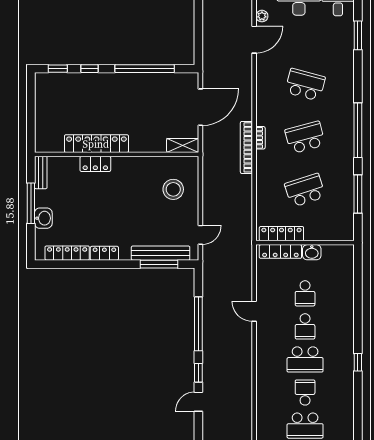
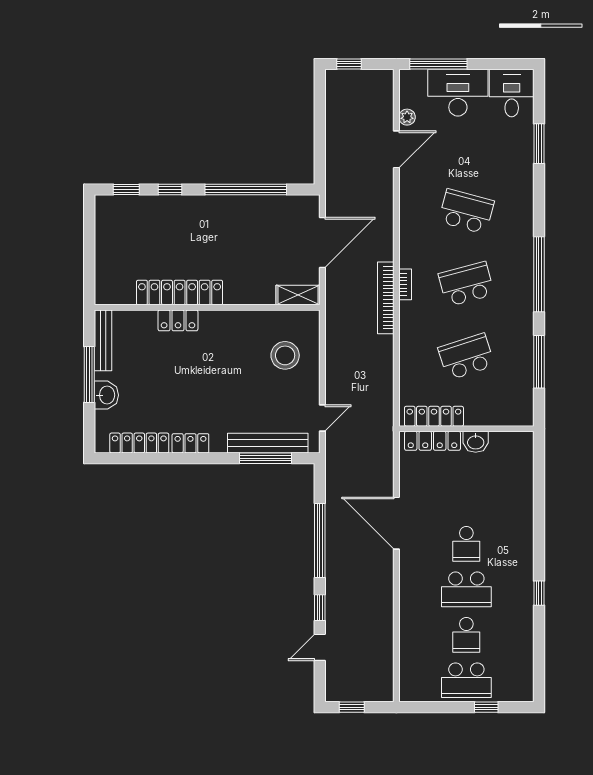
bench: (41, 173) -> (103, 340), width x1.36
school desk: (305, 293) -> (466, 498), removed
door: (254, 311) -> (396, 523), width x1.88
school desk: (305, 393) -> (466, 635), turned 180

